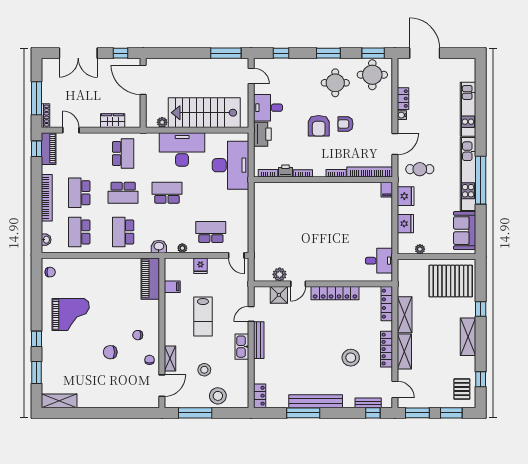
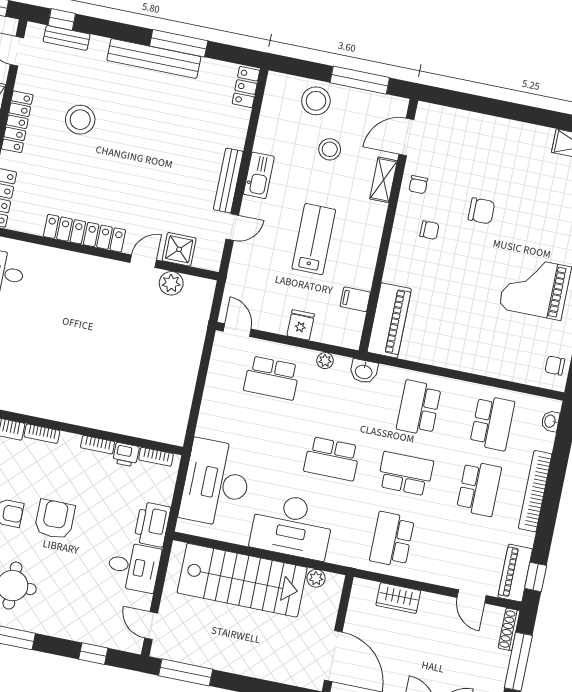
school desk: (123, 232) -> (419, 408), turned 180

